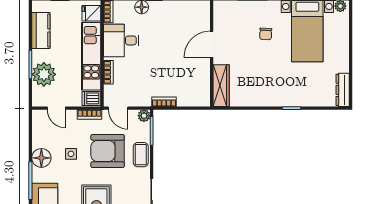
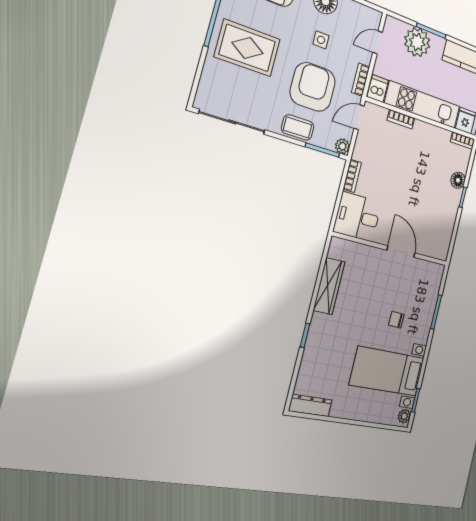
desk: (121, 40) -> (358, 217), moved, turned -90
wardrobe: (221, 86) -> (329, 286), moved, turned -90

